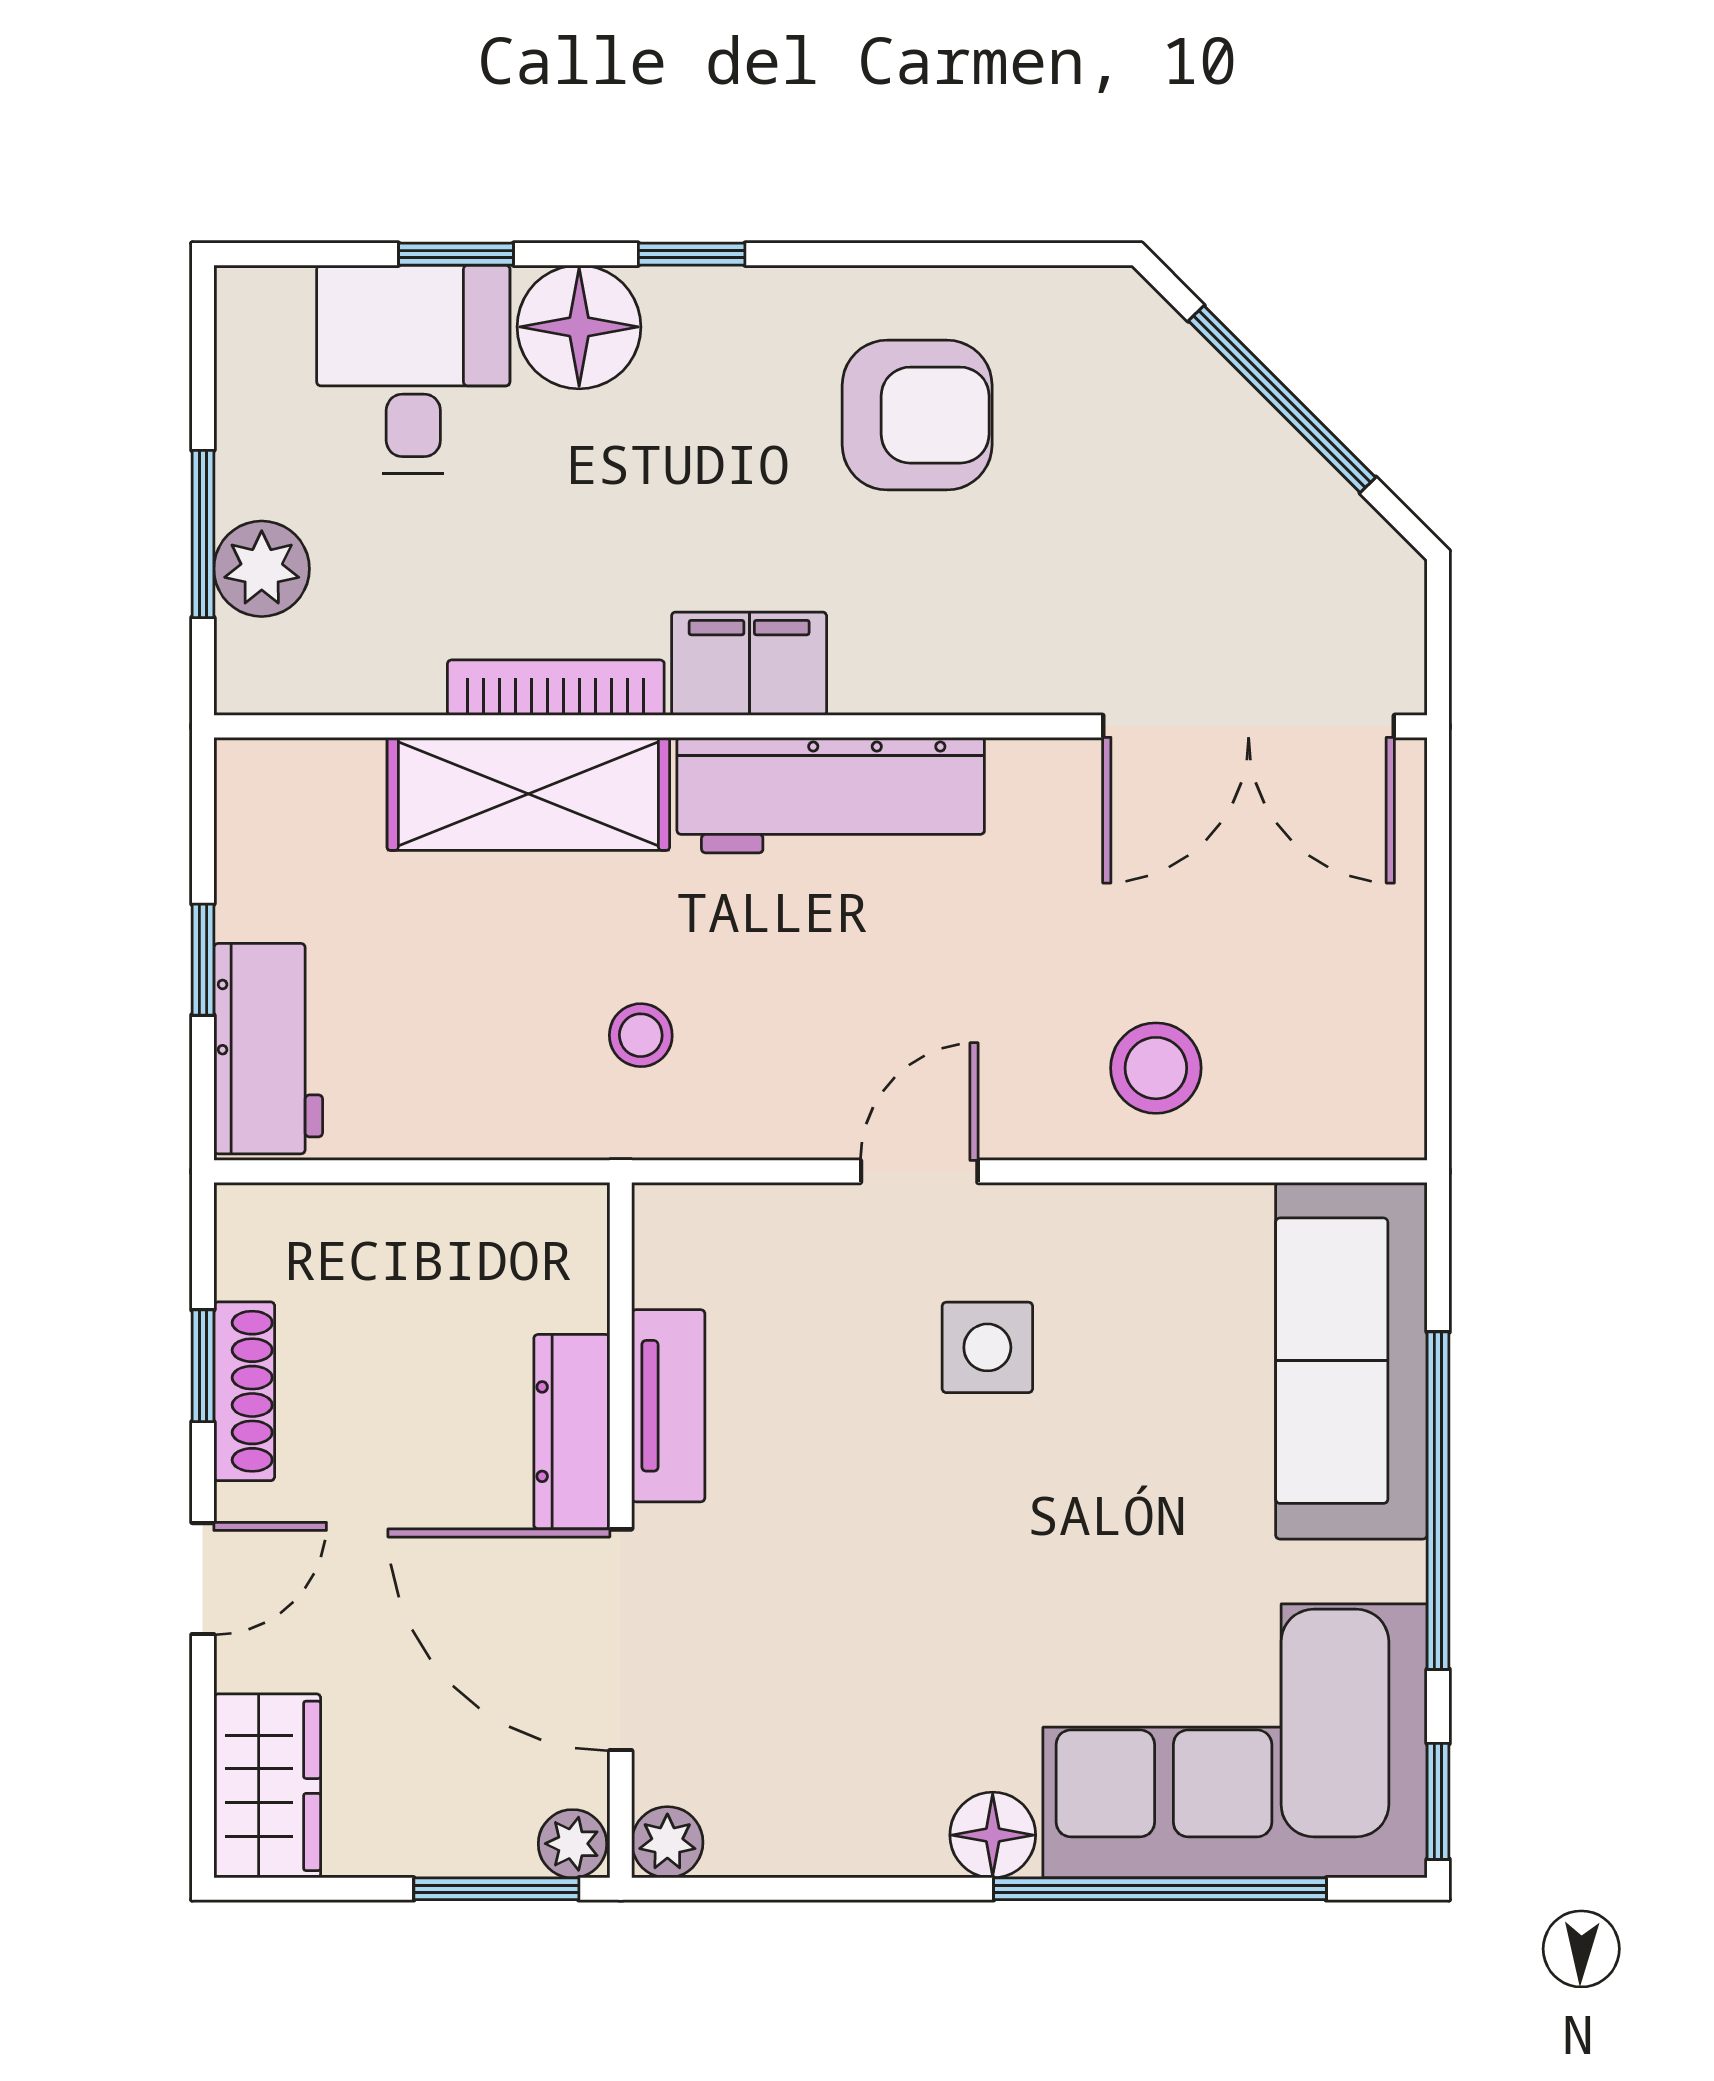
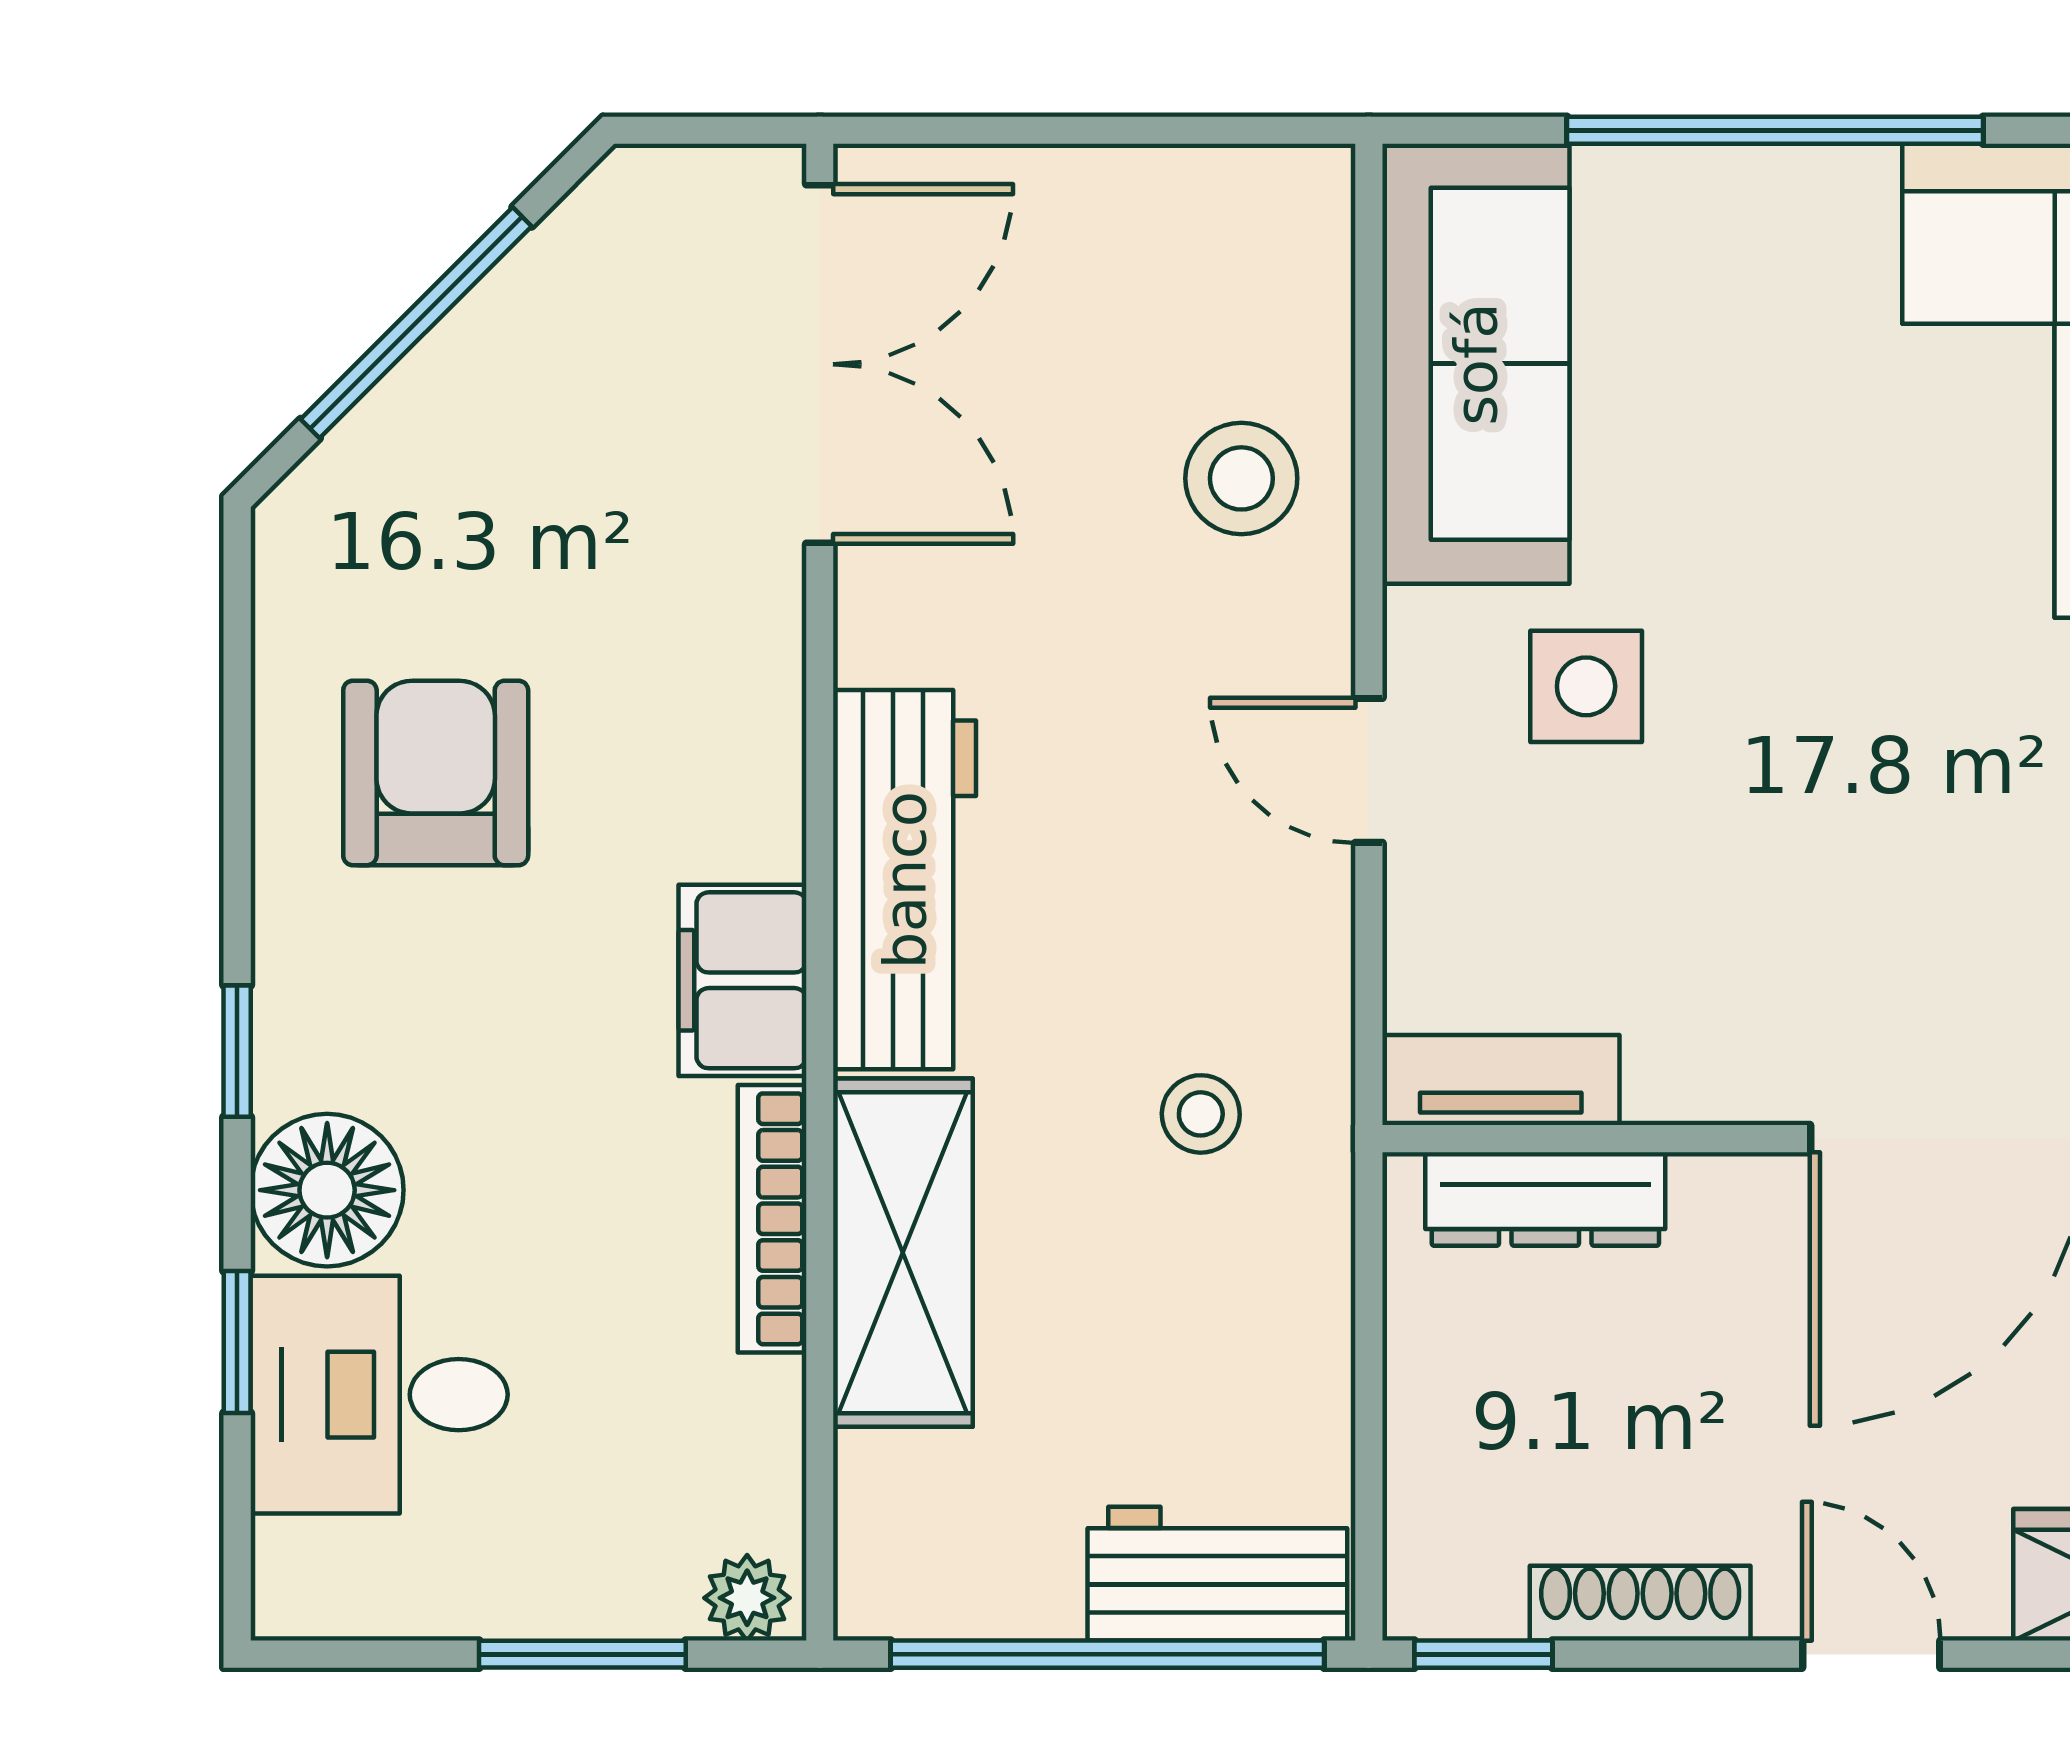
plant: (262, 569) -> (747, 1598), moved, width x0.73, depth x0.73
window: (203, 960) -> (1107, 1654), width x3.17
sofa: (1351, 1361) -> (1476, 364), moved, turned -90
window: (203, 1366) -> (1483, 1654), moved
tv unit: (668, 1406) -> (1501, 1080), moved
dresser: (572, 1432) -> (1545, 1199), moved

